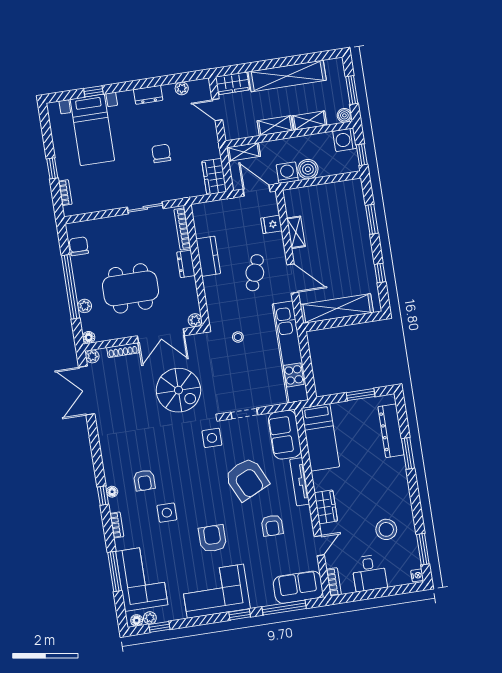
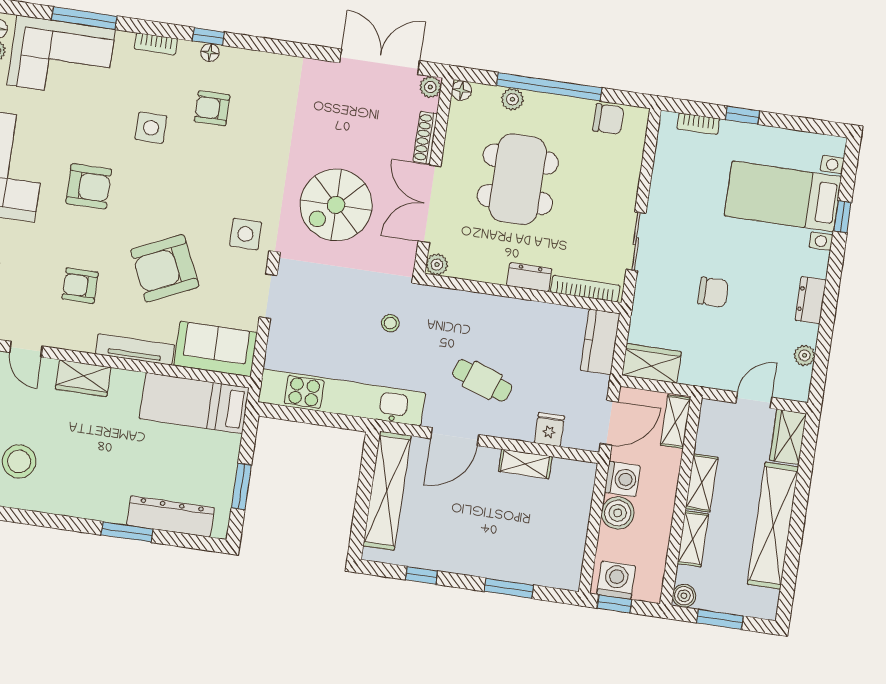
washing machine: (345, 140) -> (616, 580), moved
kitchen counter: (208, 256) -> (600, 342), moved, turned 90

